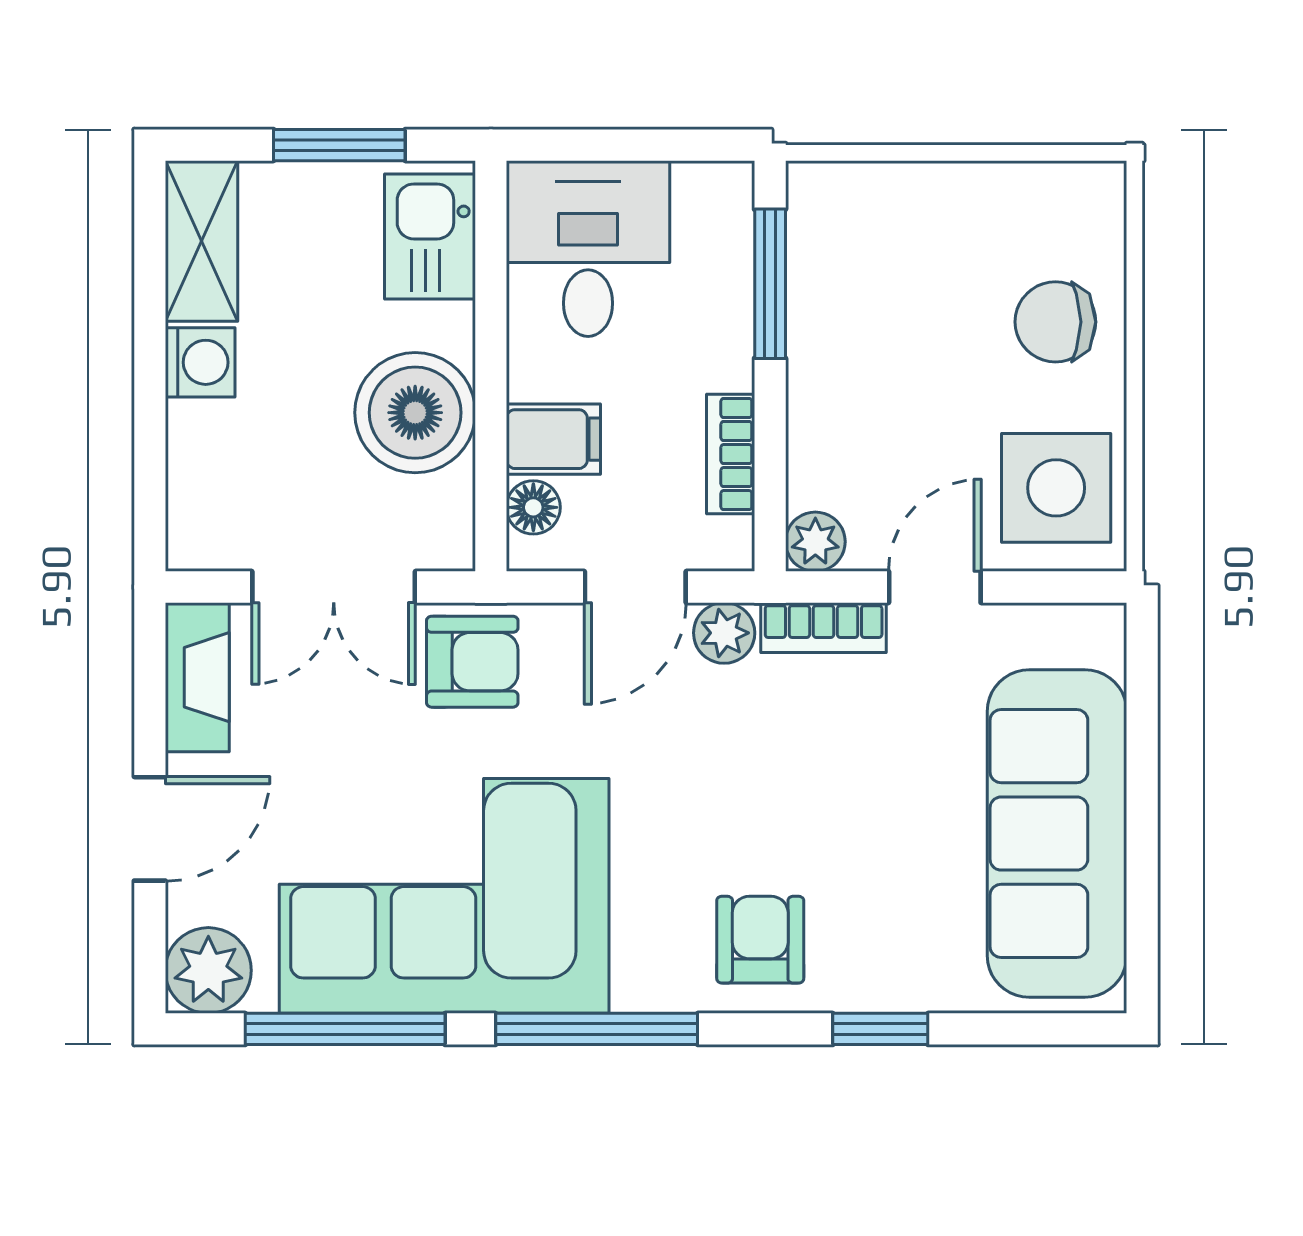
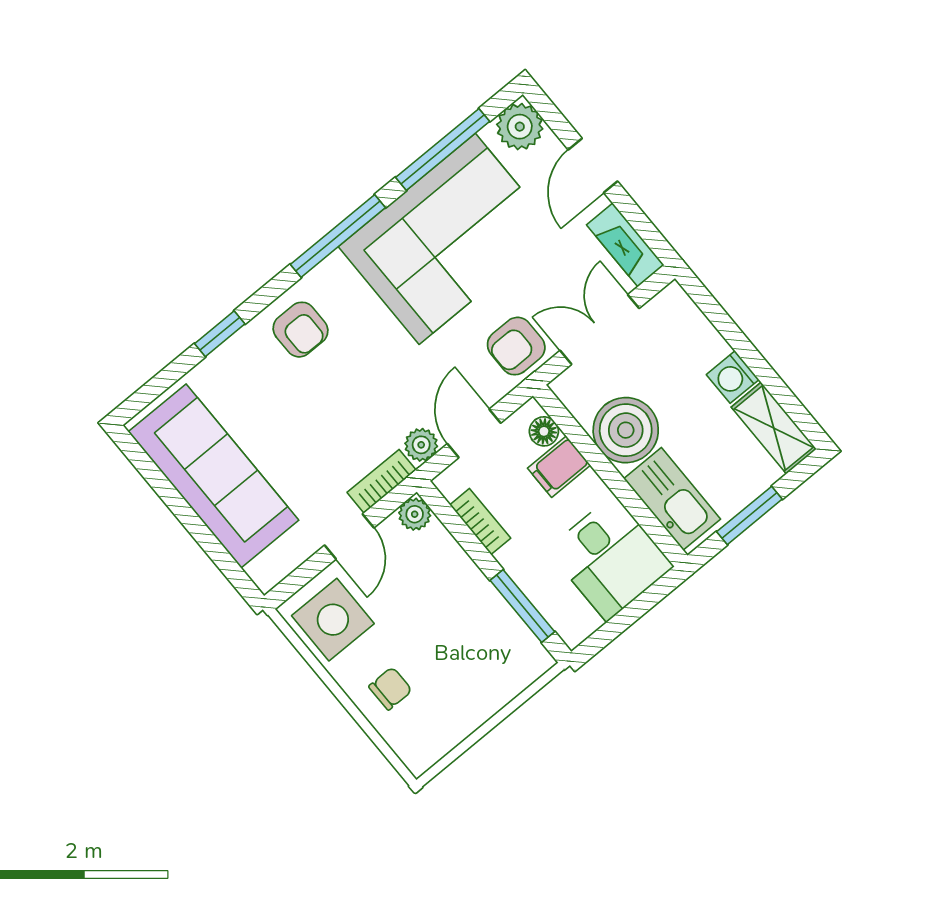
kitchen sink: (430, 236) -> (672, 499), width x1.38
chair: (1055, 322) -> (390, 689), width x0.73, depth x0.73

